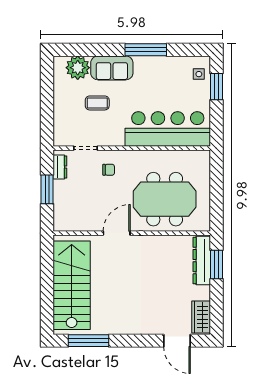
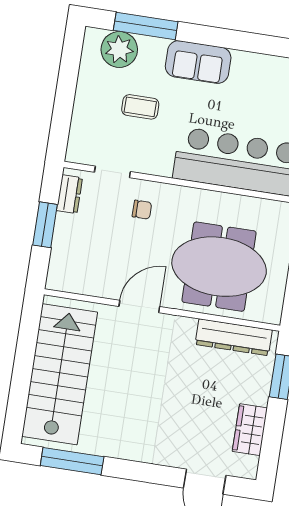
window: (146, 50) -> (146, 26), moved
sofa: (112, 68) -> (198, 62), moved
dresser: (202, 261) -> (234, 337), moved, turned -90
wardrobe: (201, 317) -> (250, 430), moved

